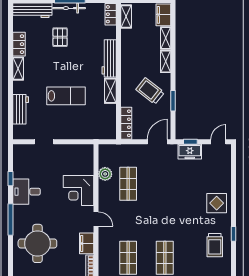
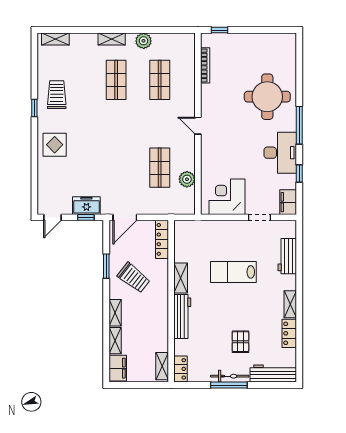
corner desk: (79, 191) -> (227, 197), moved, turned -90
desk: (27, 192) -> (280, 153), width x1.37
filing cabinet: (87, 243) -> (288, 202), moved, turned 180

